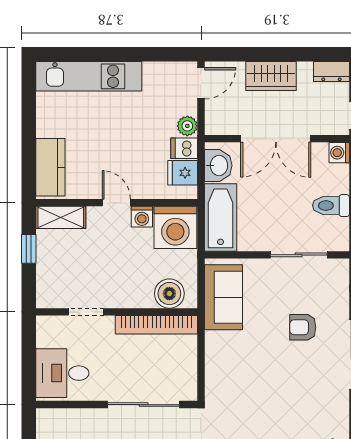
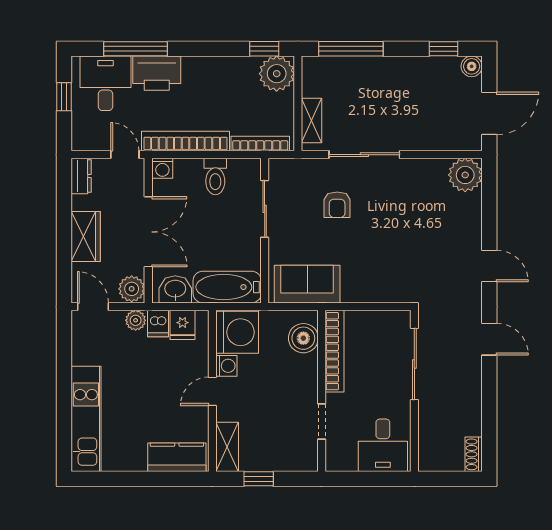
plant: (219, 122) -> (132, 289), added

